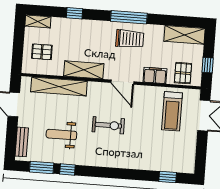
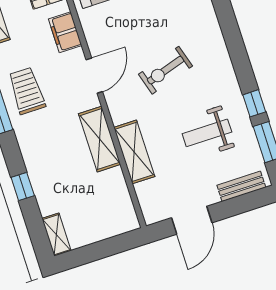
pallet: (42, 52) -> (98, 211), removed
shelving: (59, 87) -> (134, 152), width x0.68
exercise bike: (108, 125) -> (165, 70), turned -107
weight bench: (61, 135) -> (207, 133), turned 90

